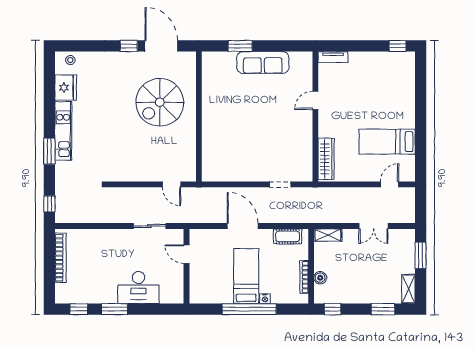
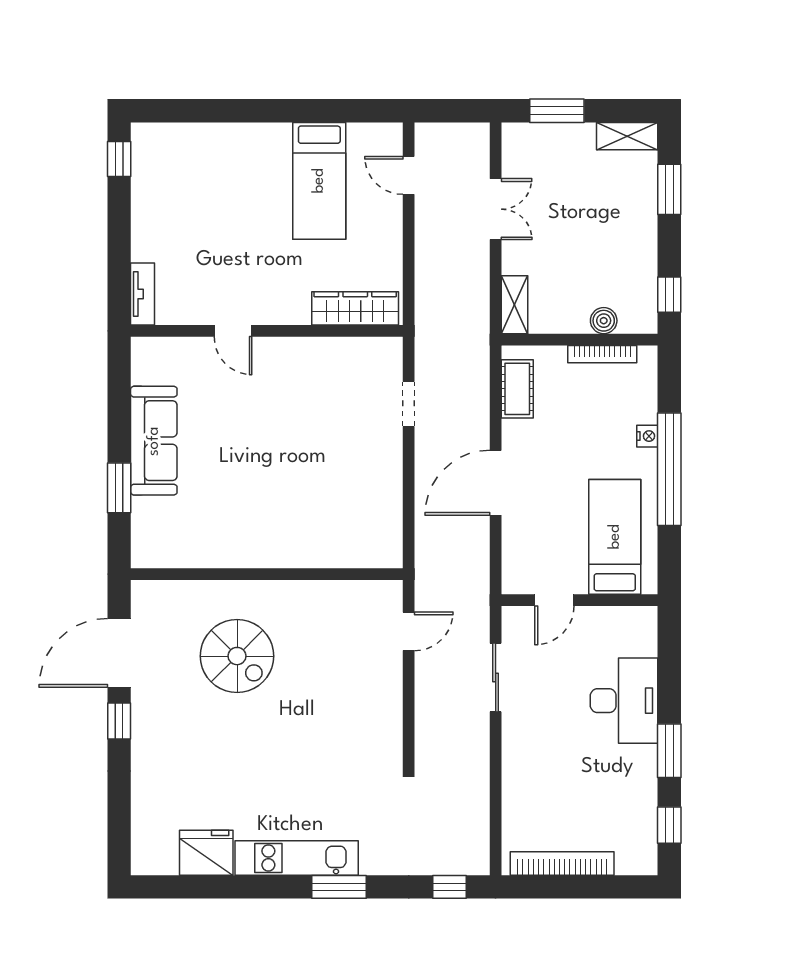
stool: (70, 60) -> (149, 843), removed
spiral stairs: (160, 102) -> (237, 656), width x0.73, depth x0.73
bed: (246, 276) -> (615, 537), moved, turned 90

